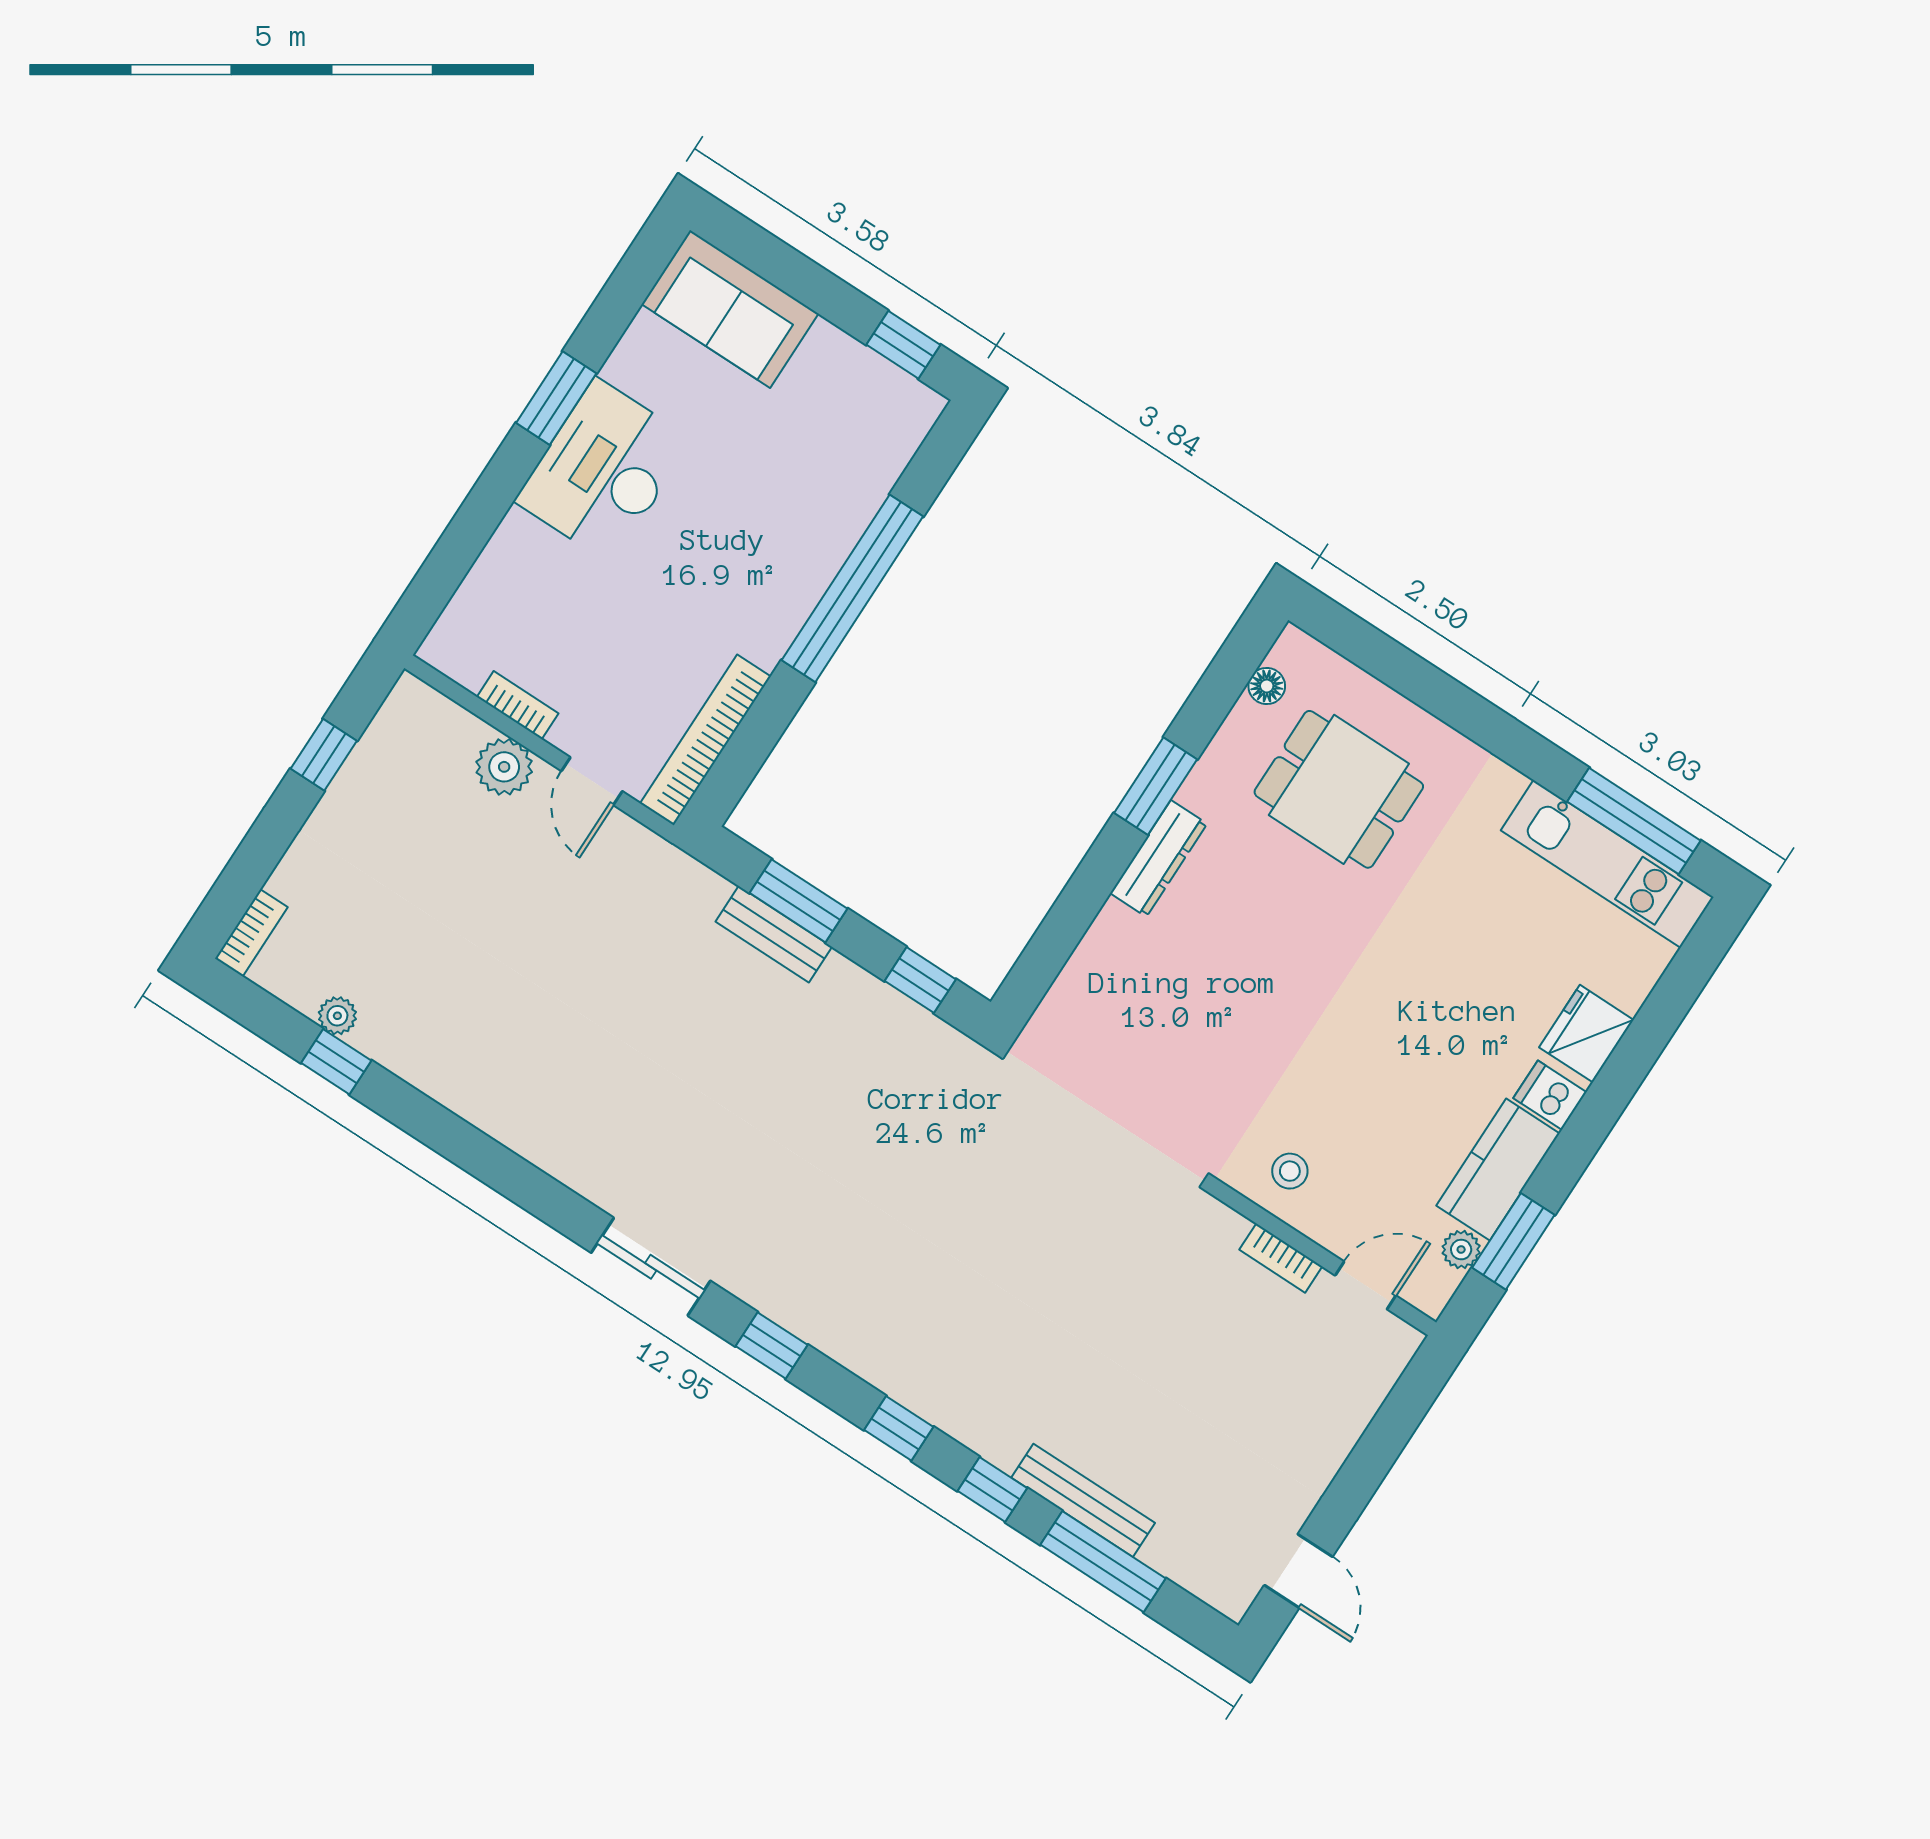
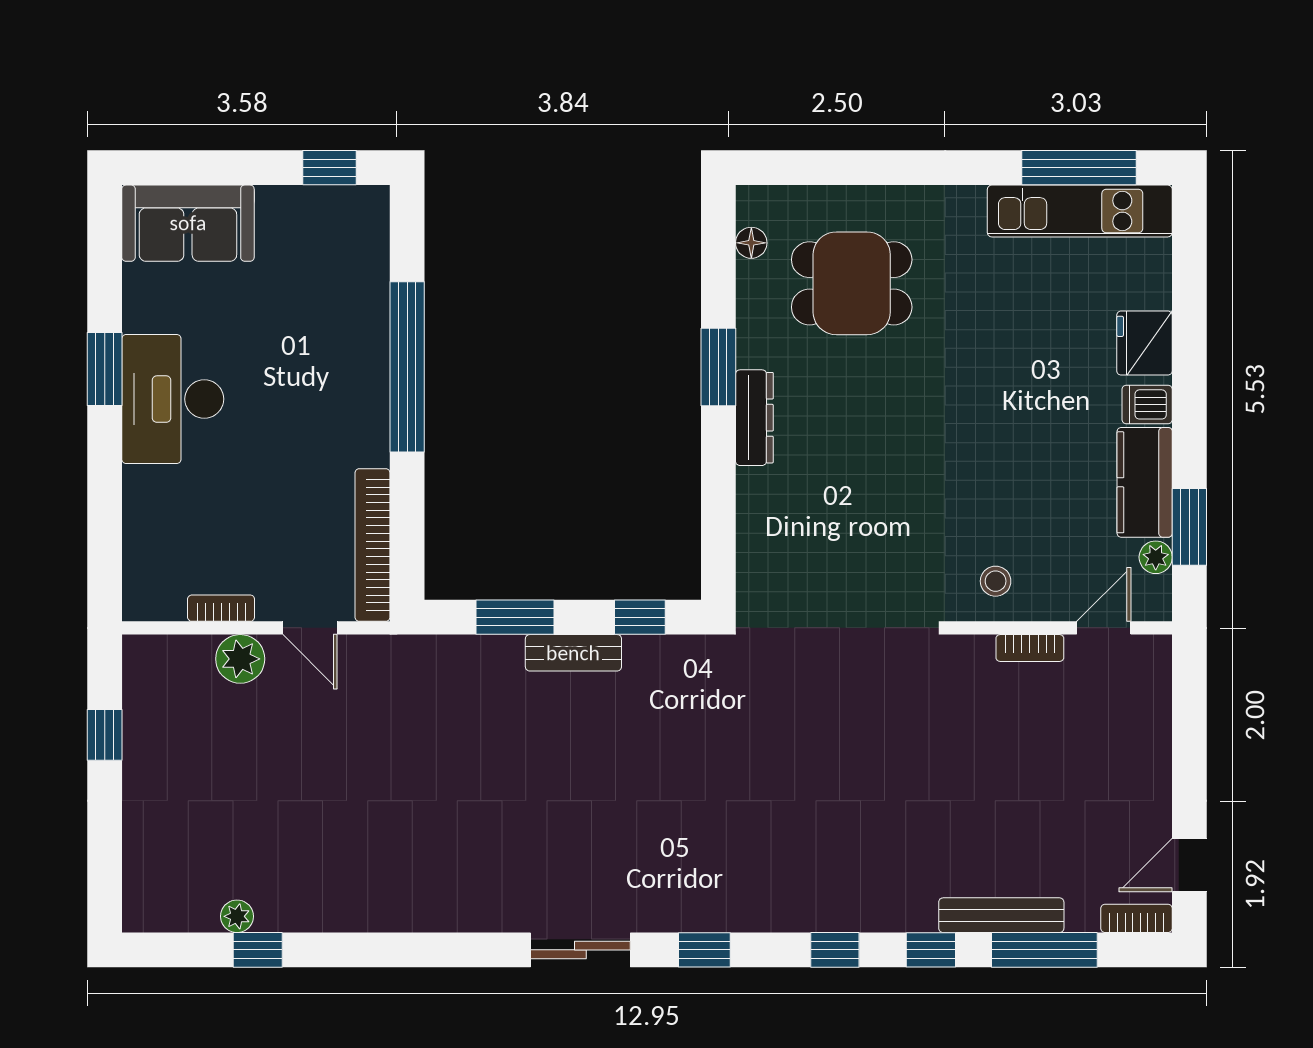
bookcase: (251, 933) -> (1136, 918), moved, turned -90
bench: (774, 934) -> (573, 653), moved
door: (1298, 1571) -> (1189, 865), swing flipped

